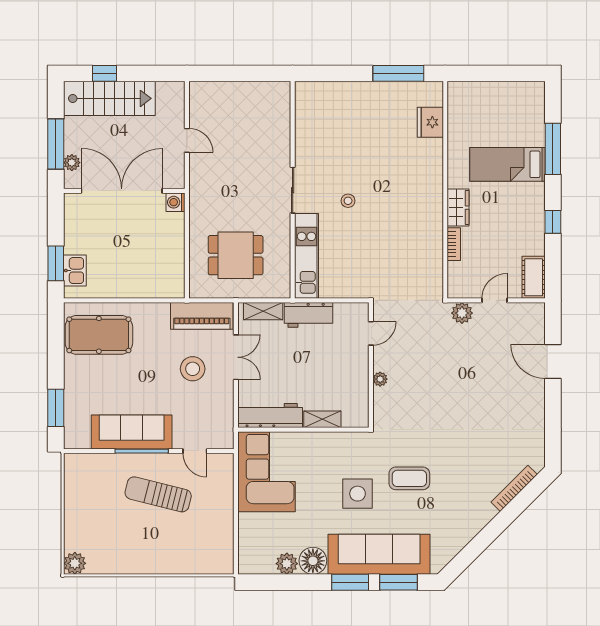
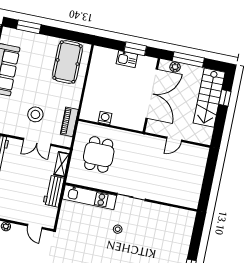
washing machine: (176, 202) -> (105, 118), moved
window: (56, 263) -> (135, 49), moved
kitchen sink: (75, 271) -> (127, 59), moved
piano: (202, 316) -> (69, 122), width x0.73, depth x0.75

